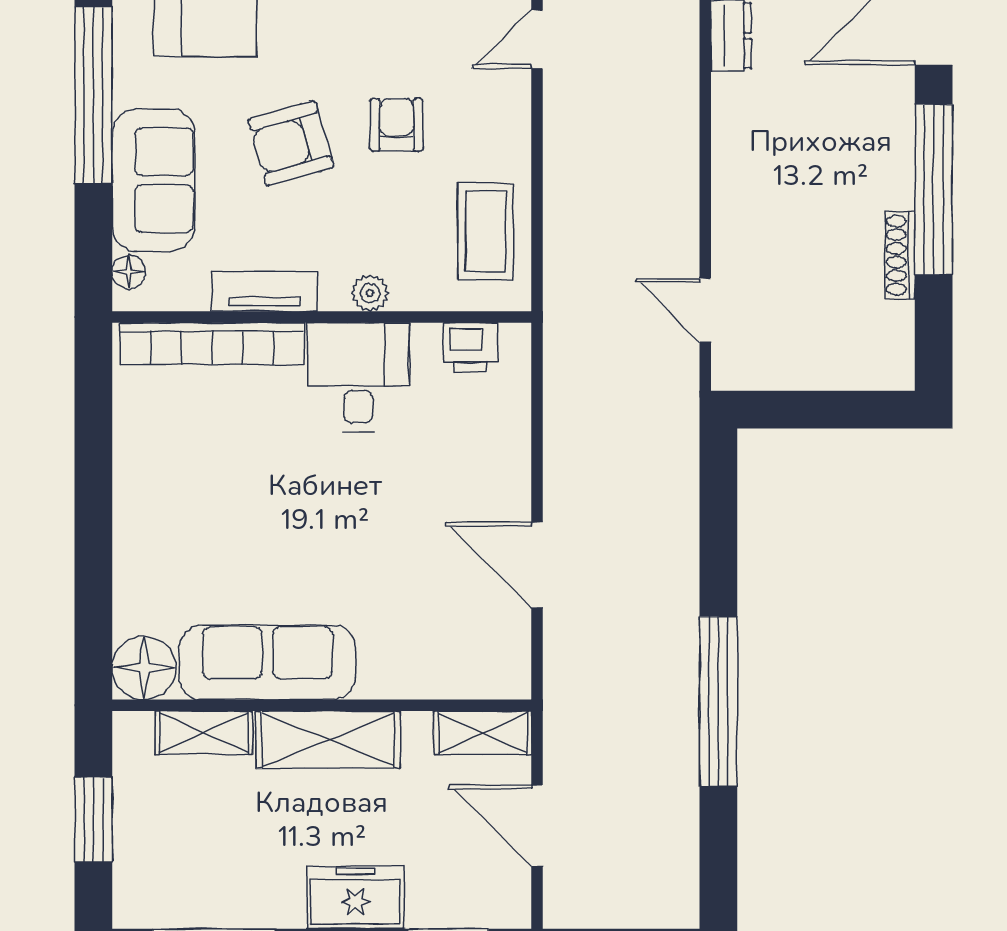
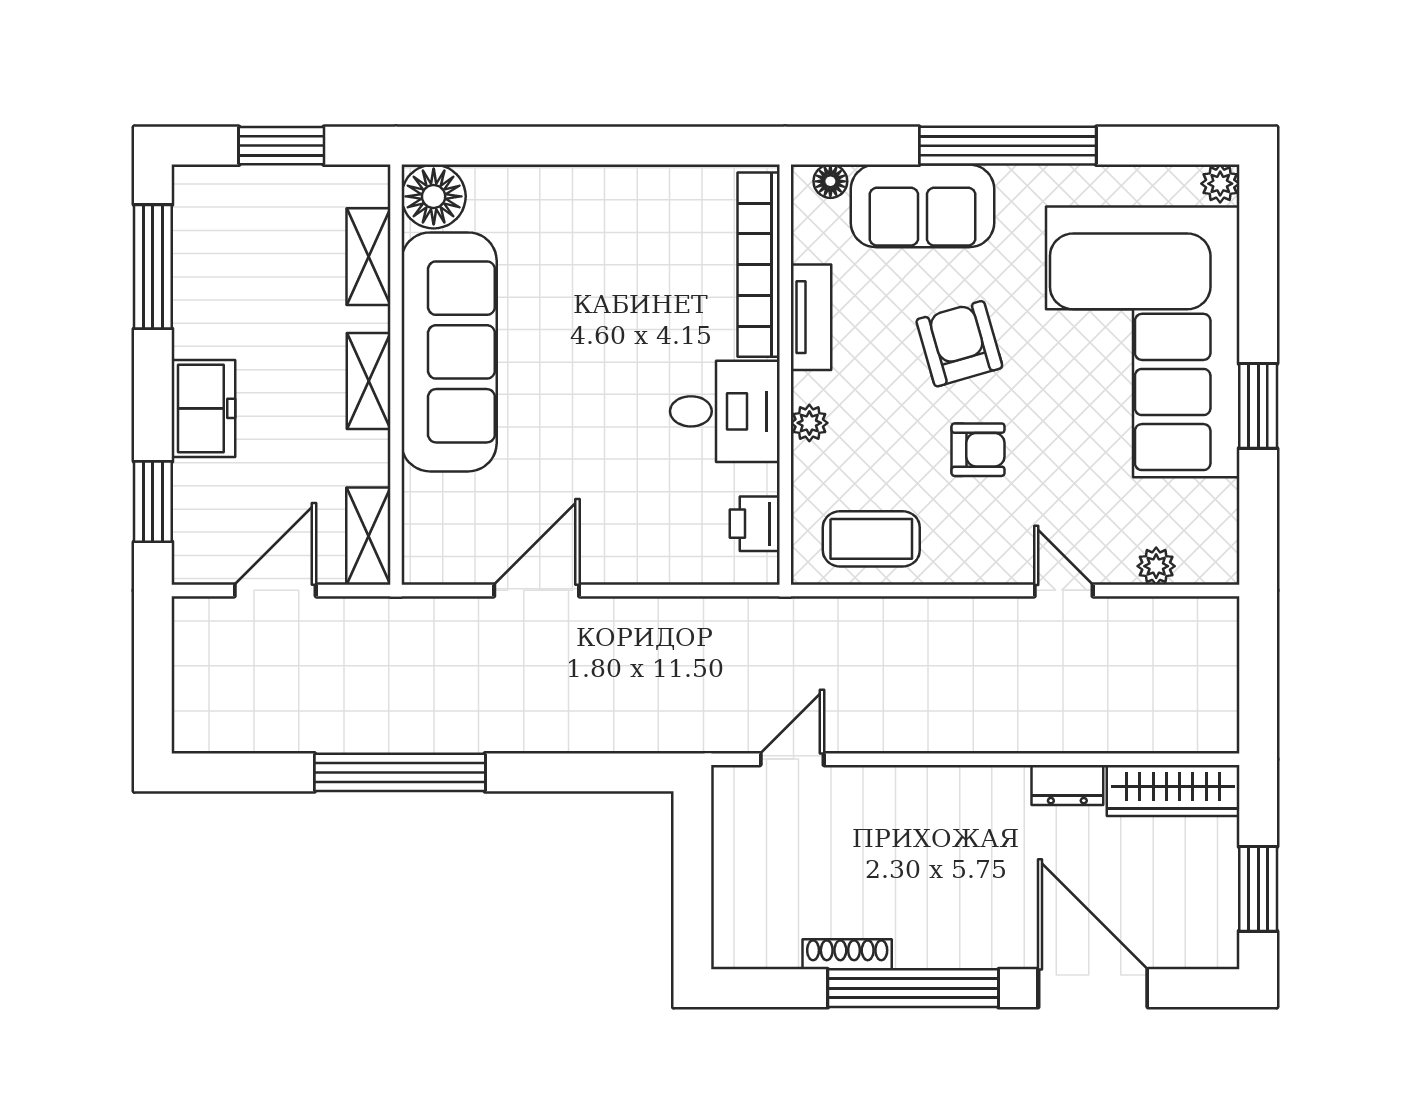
sofa: (267, 662) -> (449, 352), width x1.36, depth x1.27
shelving: (328, 740) -> (369, 381), width x0.67, depth x0.75

